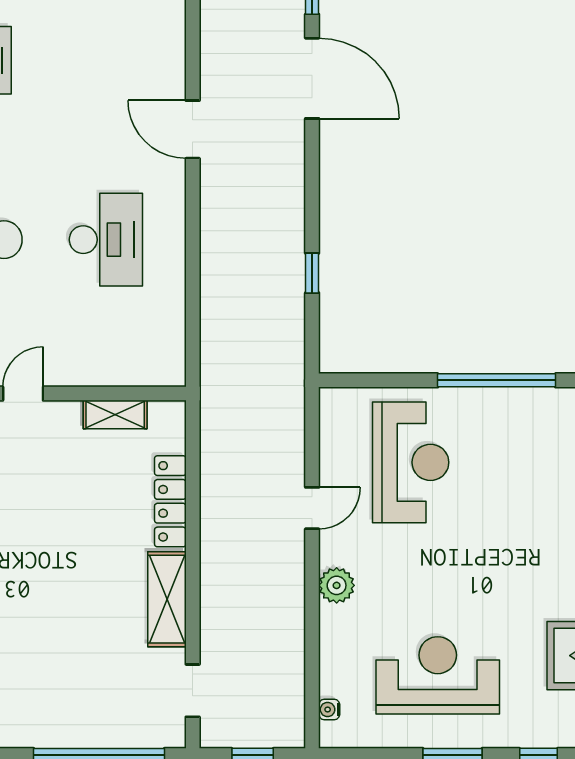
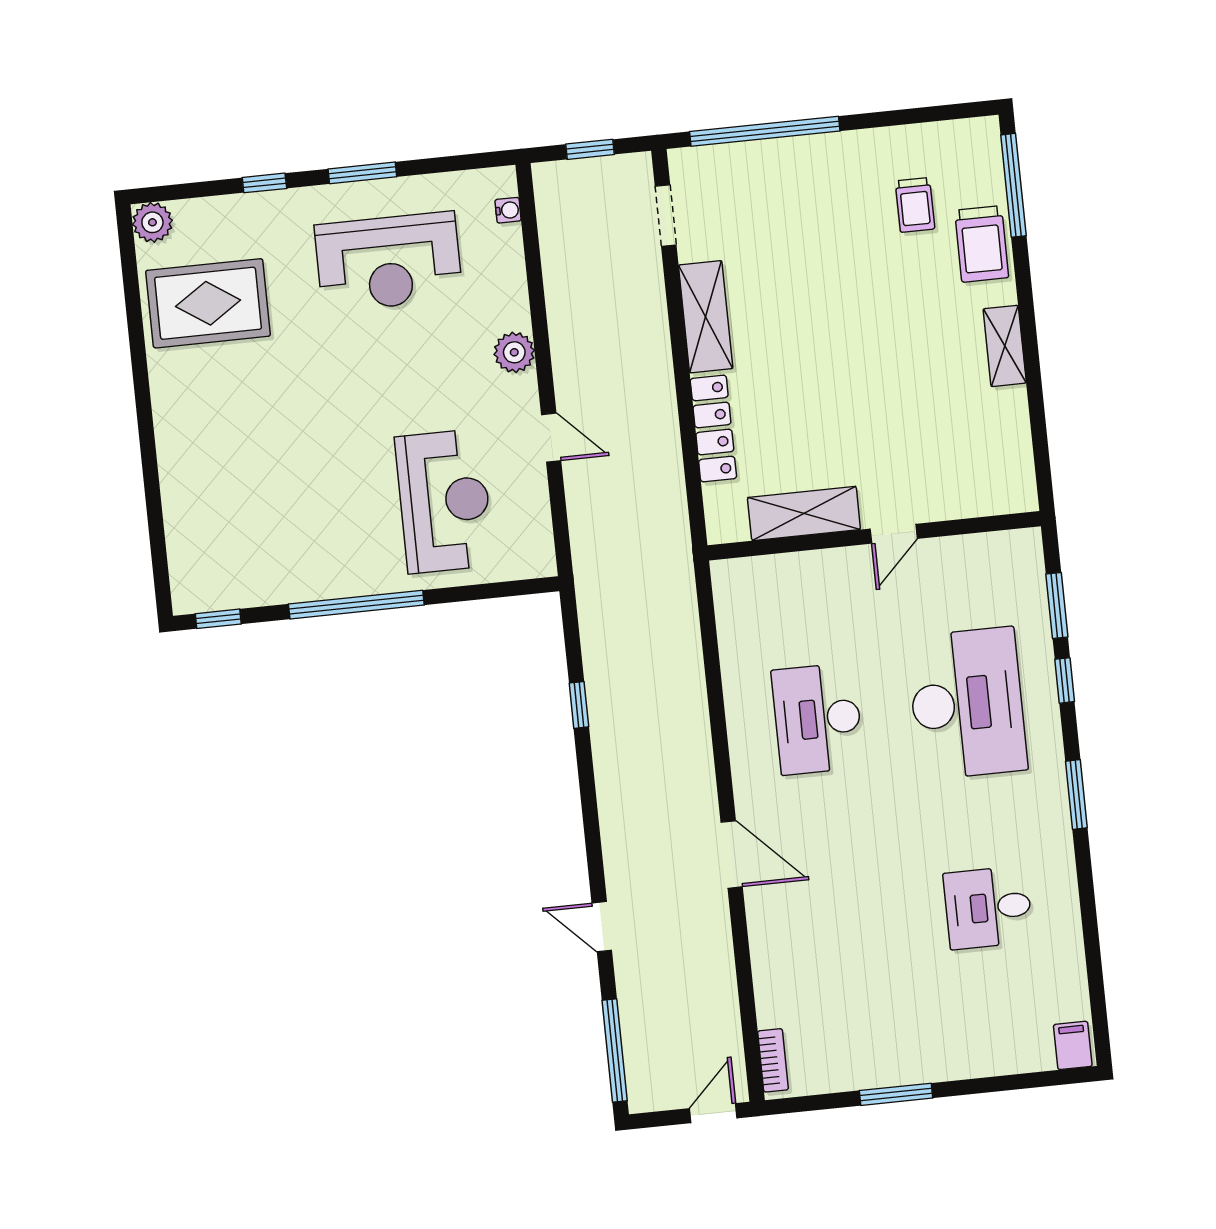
door: (312, 78) -> (602, 927), width x0.53
shelving: (115, 415) -> (804, 513), width x1.50, depth x1.33
reception desk: (411, 462) -> (444, 501), turned 180
door: (312, 508) -> (551, 438), swing flipped

